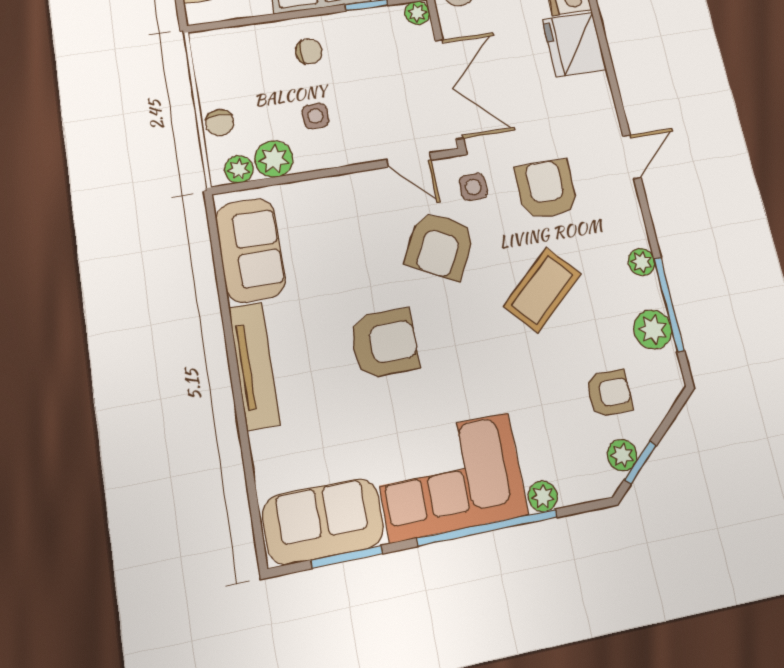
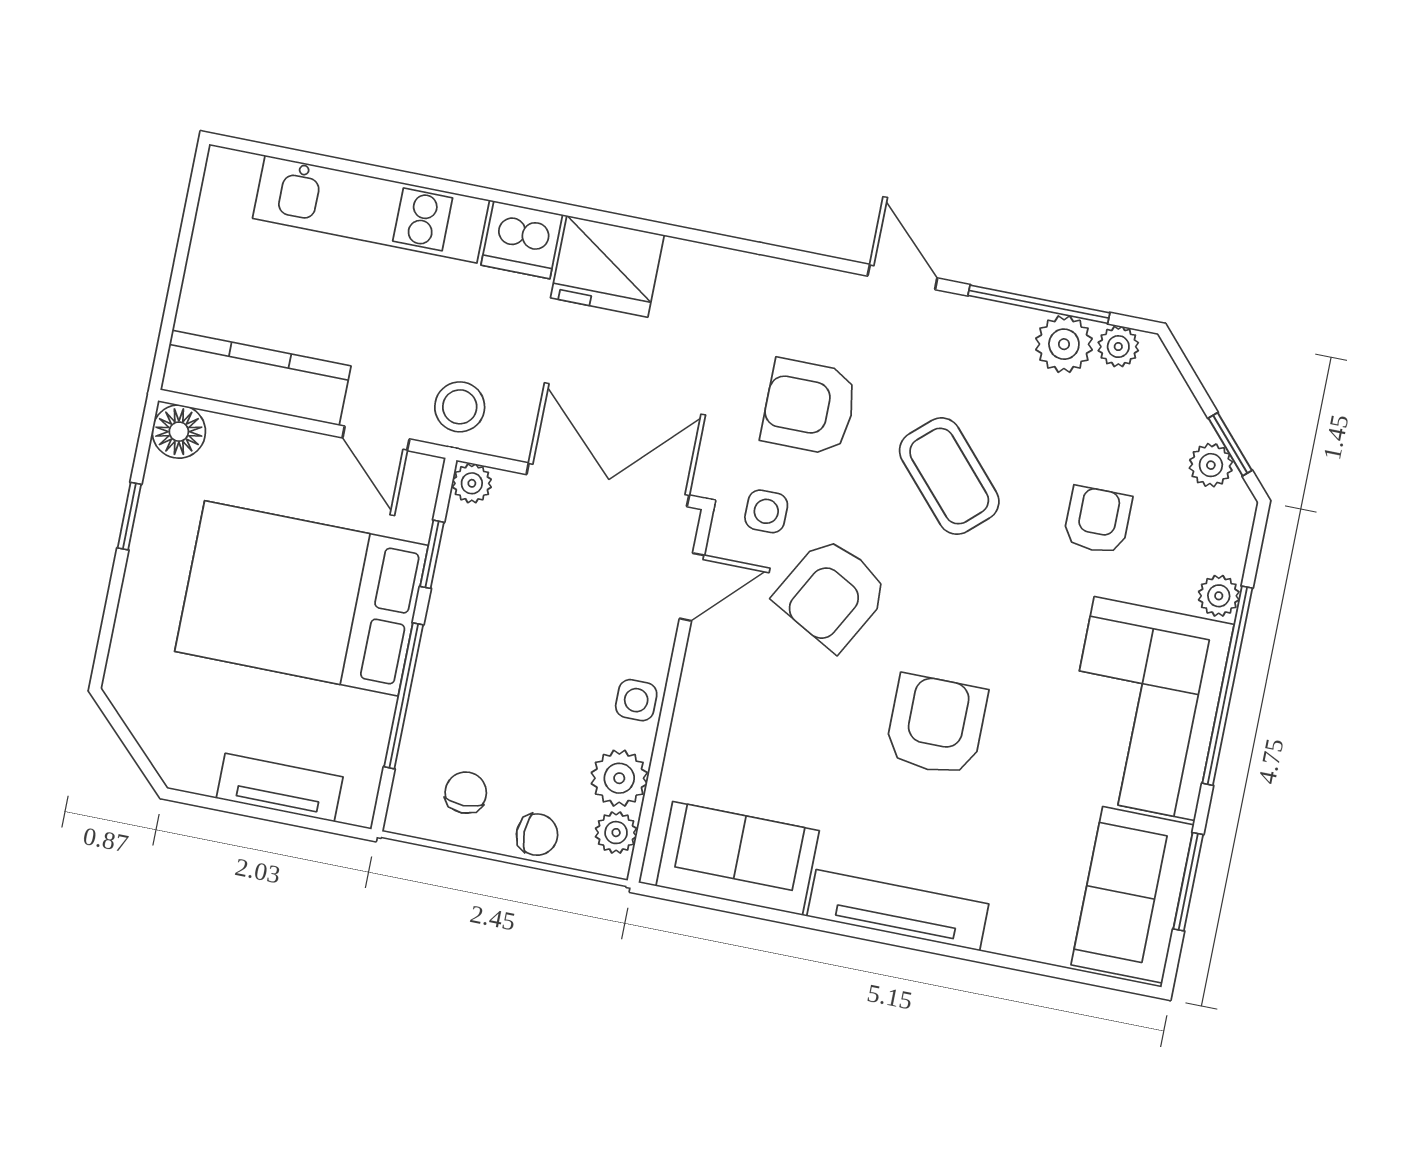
window: (276, 17) -> (404, 696), added
chair: (309, 52) -> (466, 793), moved
side table: (316, 116) -> (636, 700), moved
door: (632, 157) -> (902, 277), moved
armchair: (440, 245) -> (832, 594), turned 91
plant: (641, 262) -> (1118, 347), moved
armchair: (609, 393) -> (1098, 520), moved

